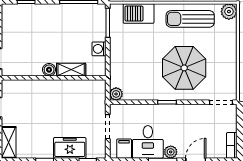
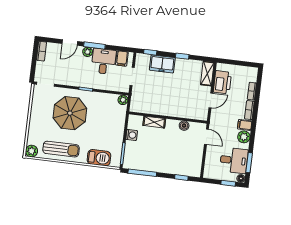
boiler: (49, 70) -> (184, 126), moved

